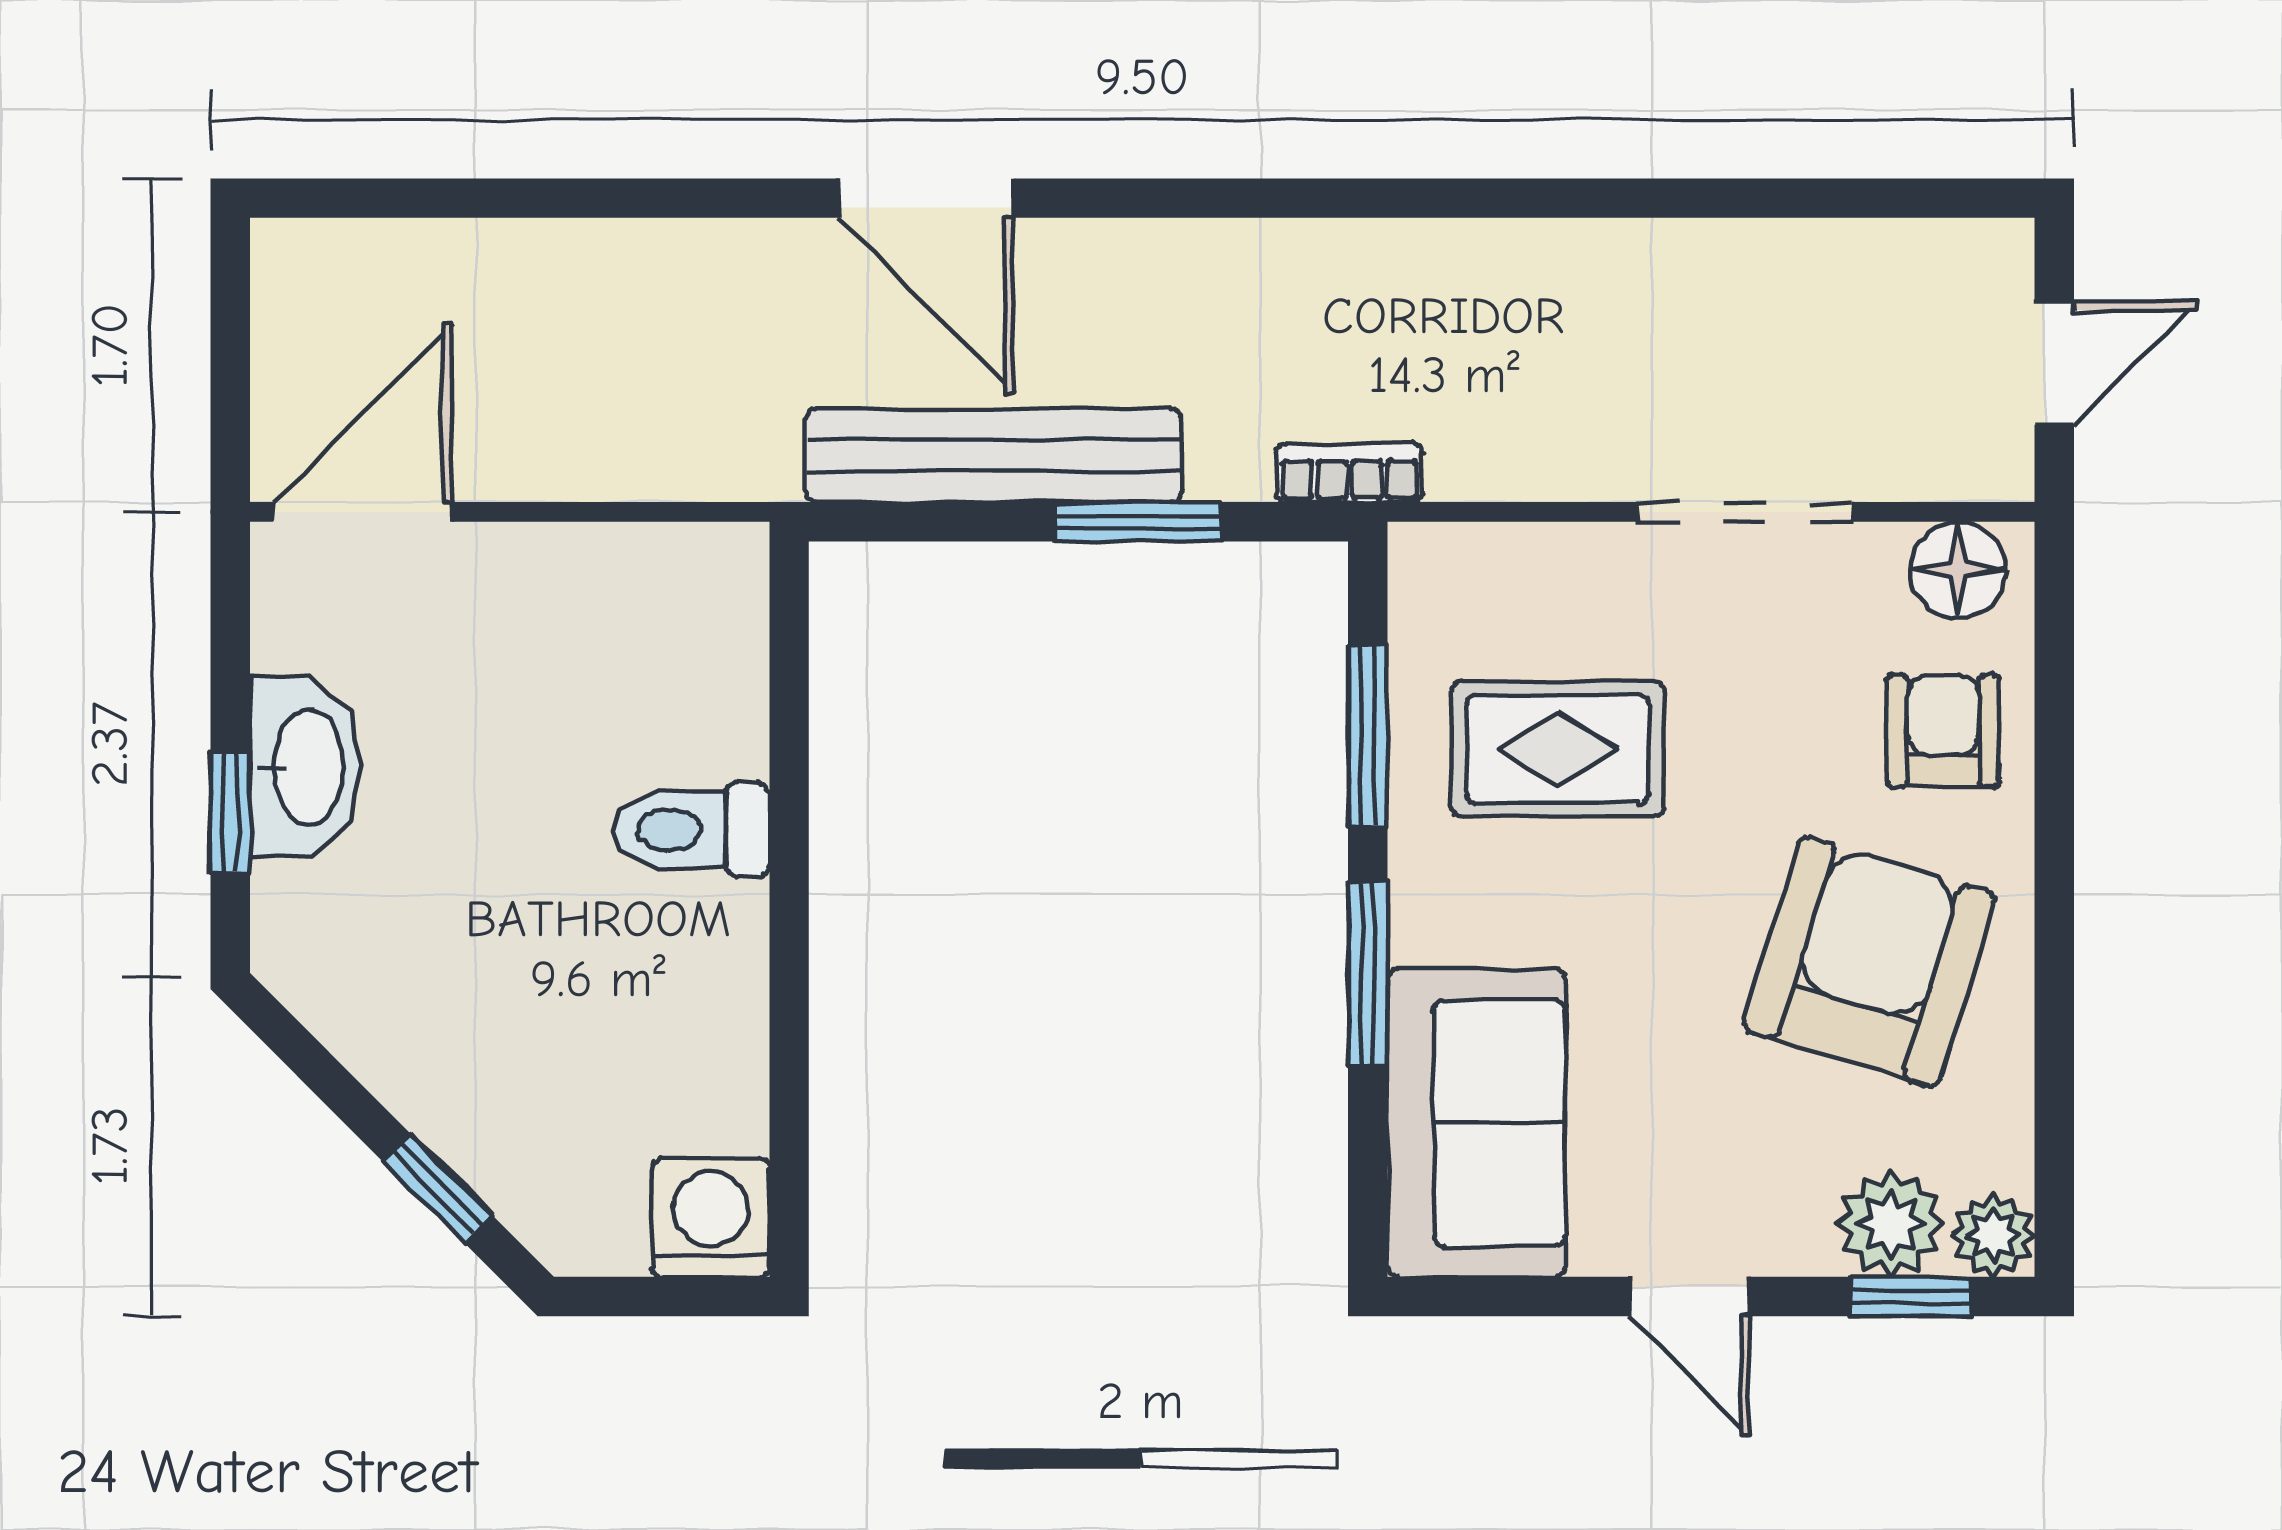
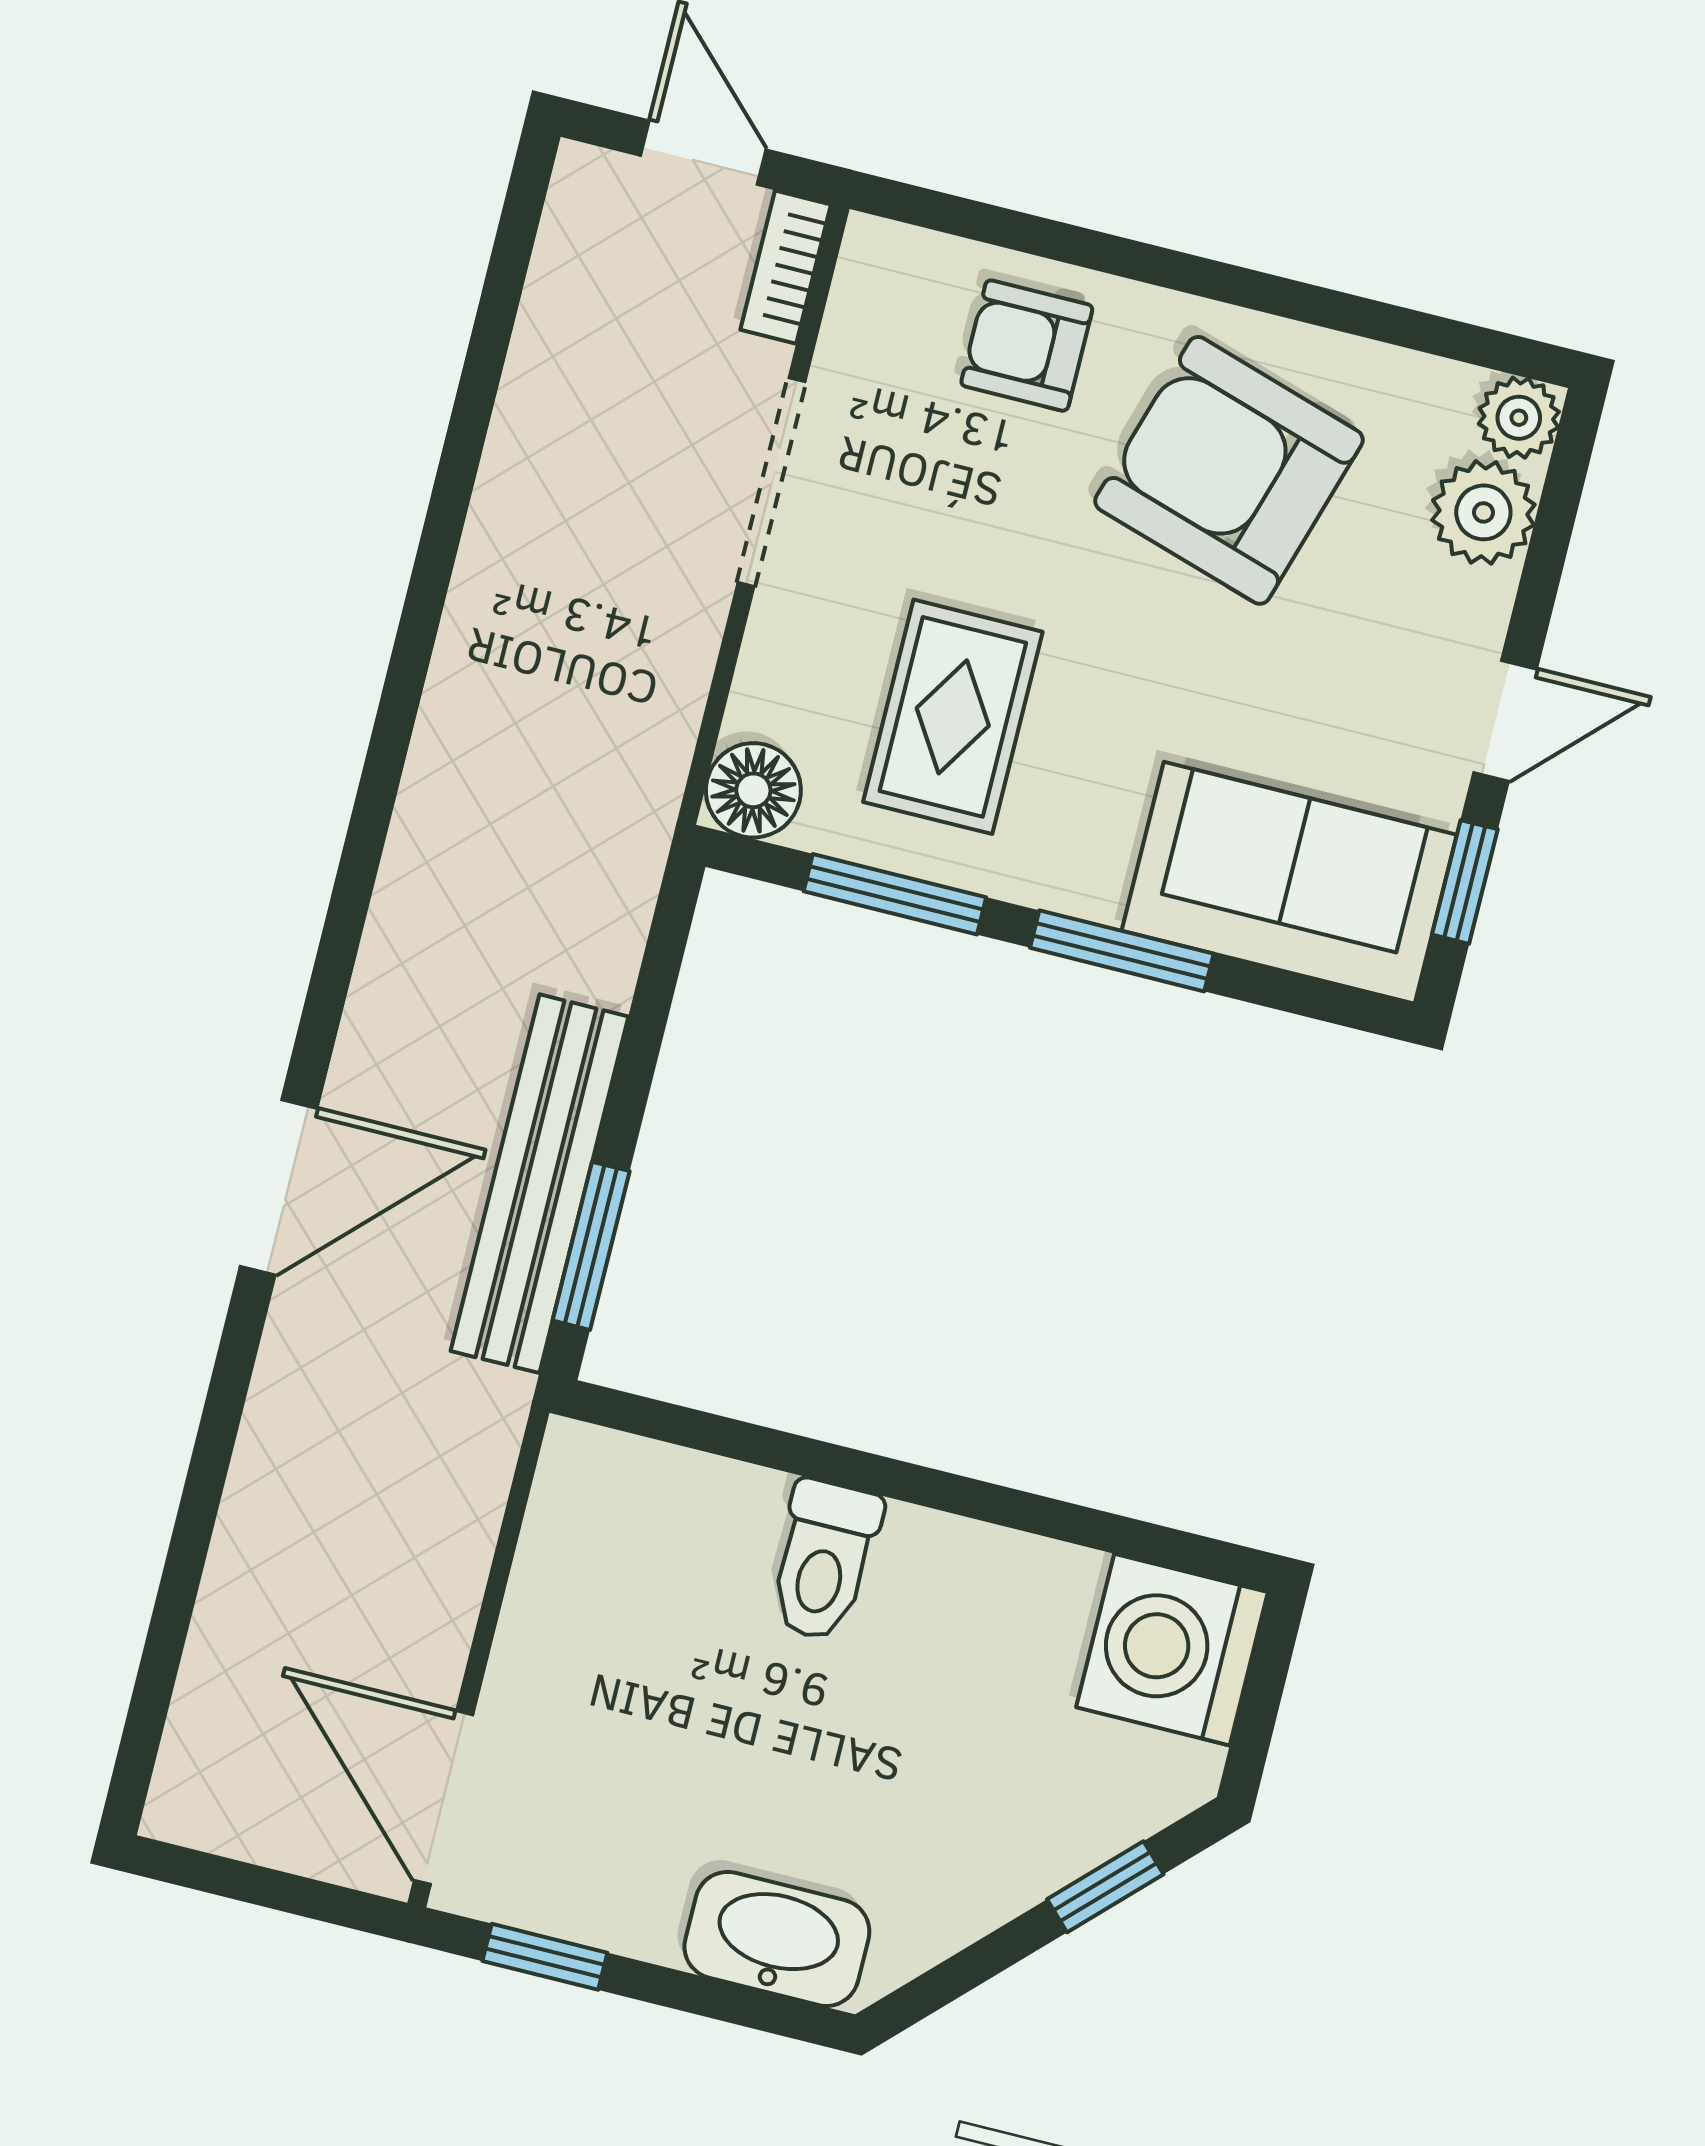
bookcase: (1350, 473) -> (786, 267), moved
window: (1138, 522) -> (591, 1246), moved
floor lamp: (1958, 570) -> (753, 790), moved
washbasin: (305, 767) -> (777, 1939), moved
window: (230, 813) -> (545, 1957), moved
washing machine: (711, 1218) -> (1172, 1650), width x1.37, depth x1.37
window: (1911, 1296) -> (1465, 882), moved

